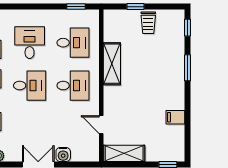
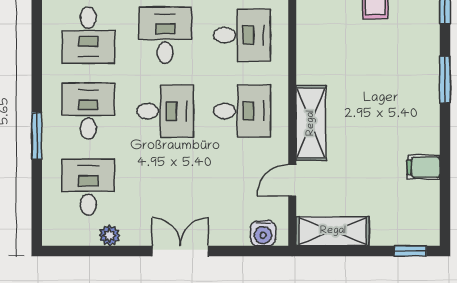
shelving: (112, 64) -> (311, 123), moved
door: (101, 125) -> (292, 180), hinge flipped
water cooler: (63, 154) -> (263, 233), moved

